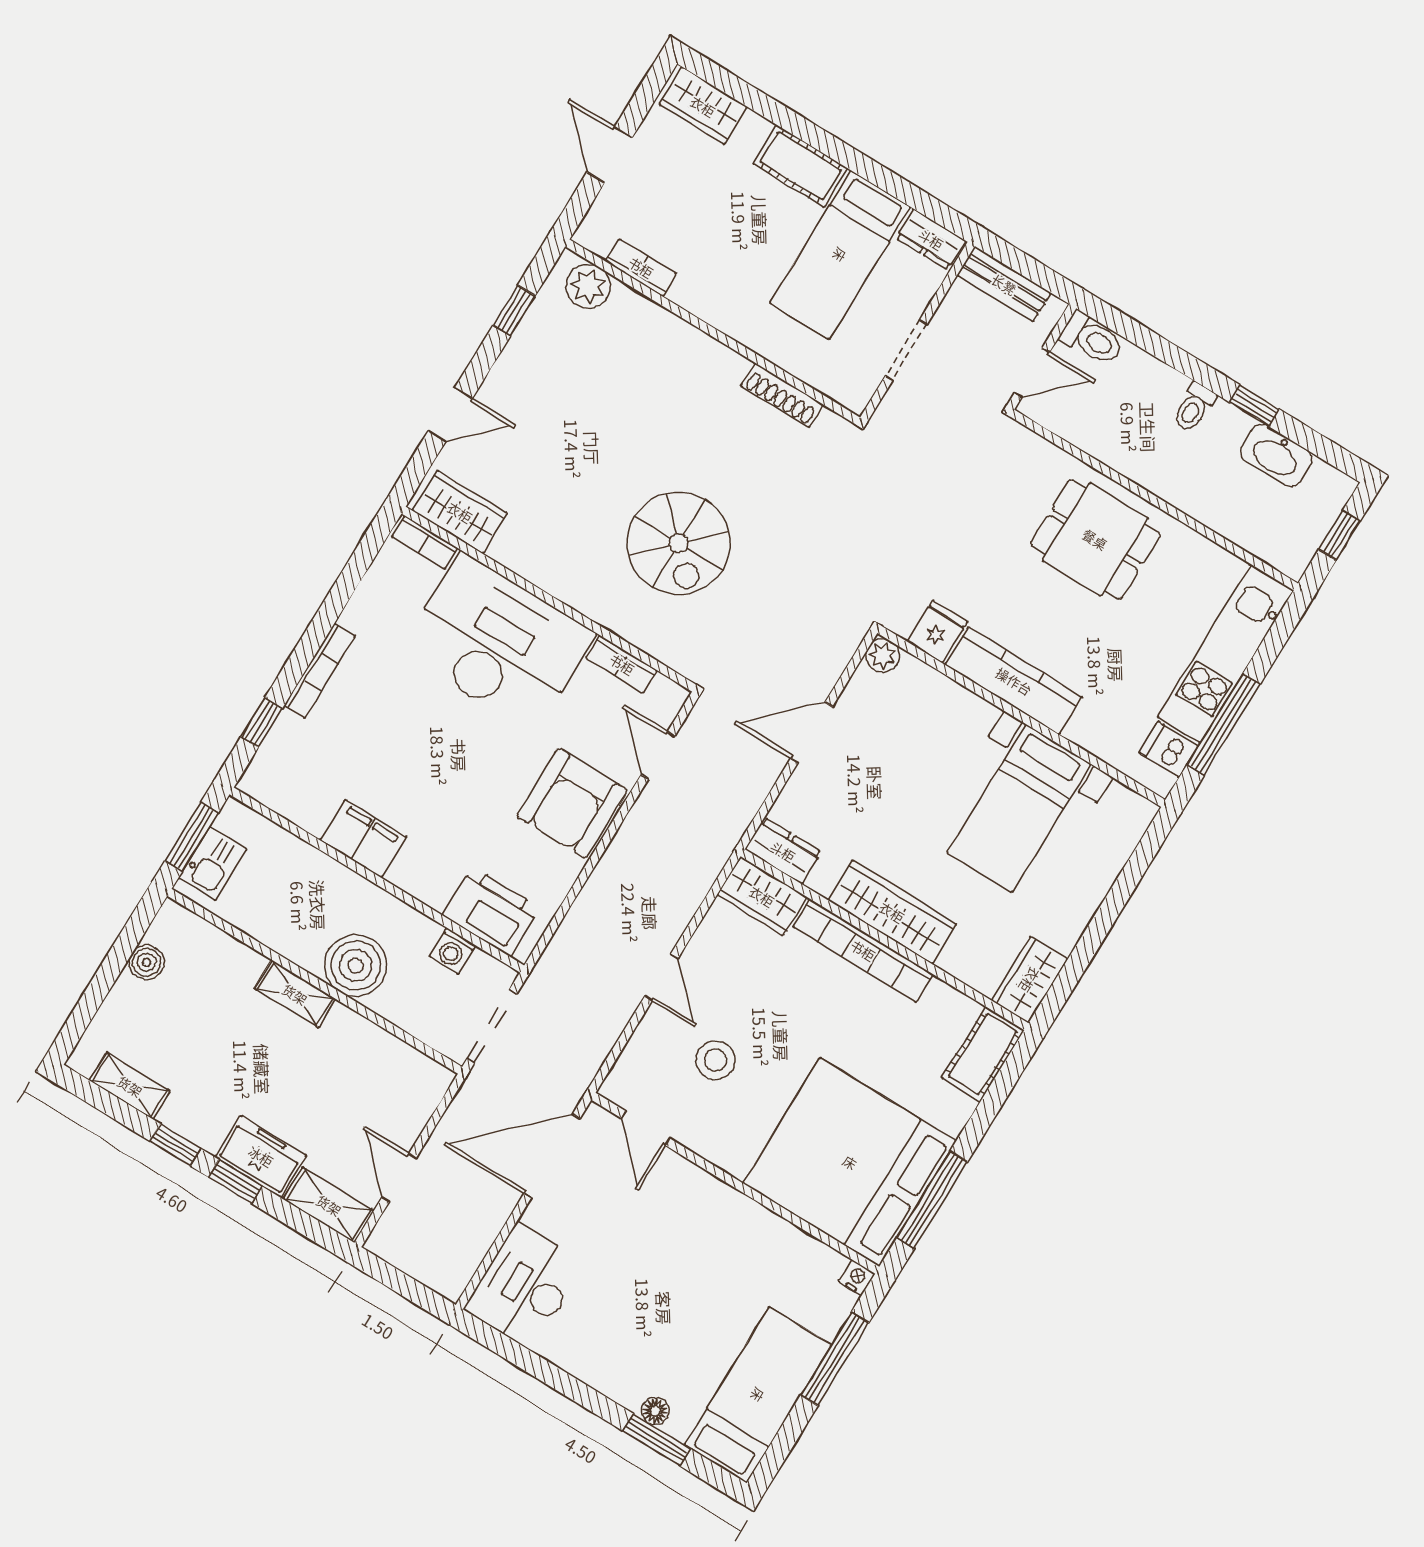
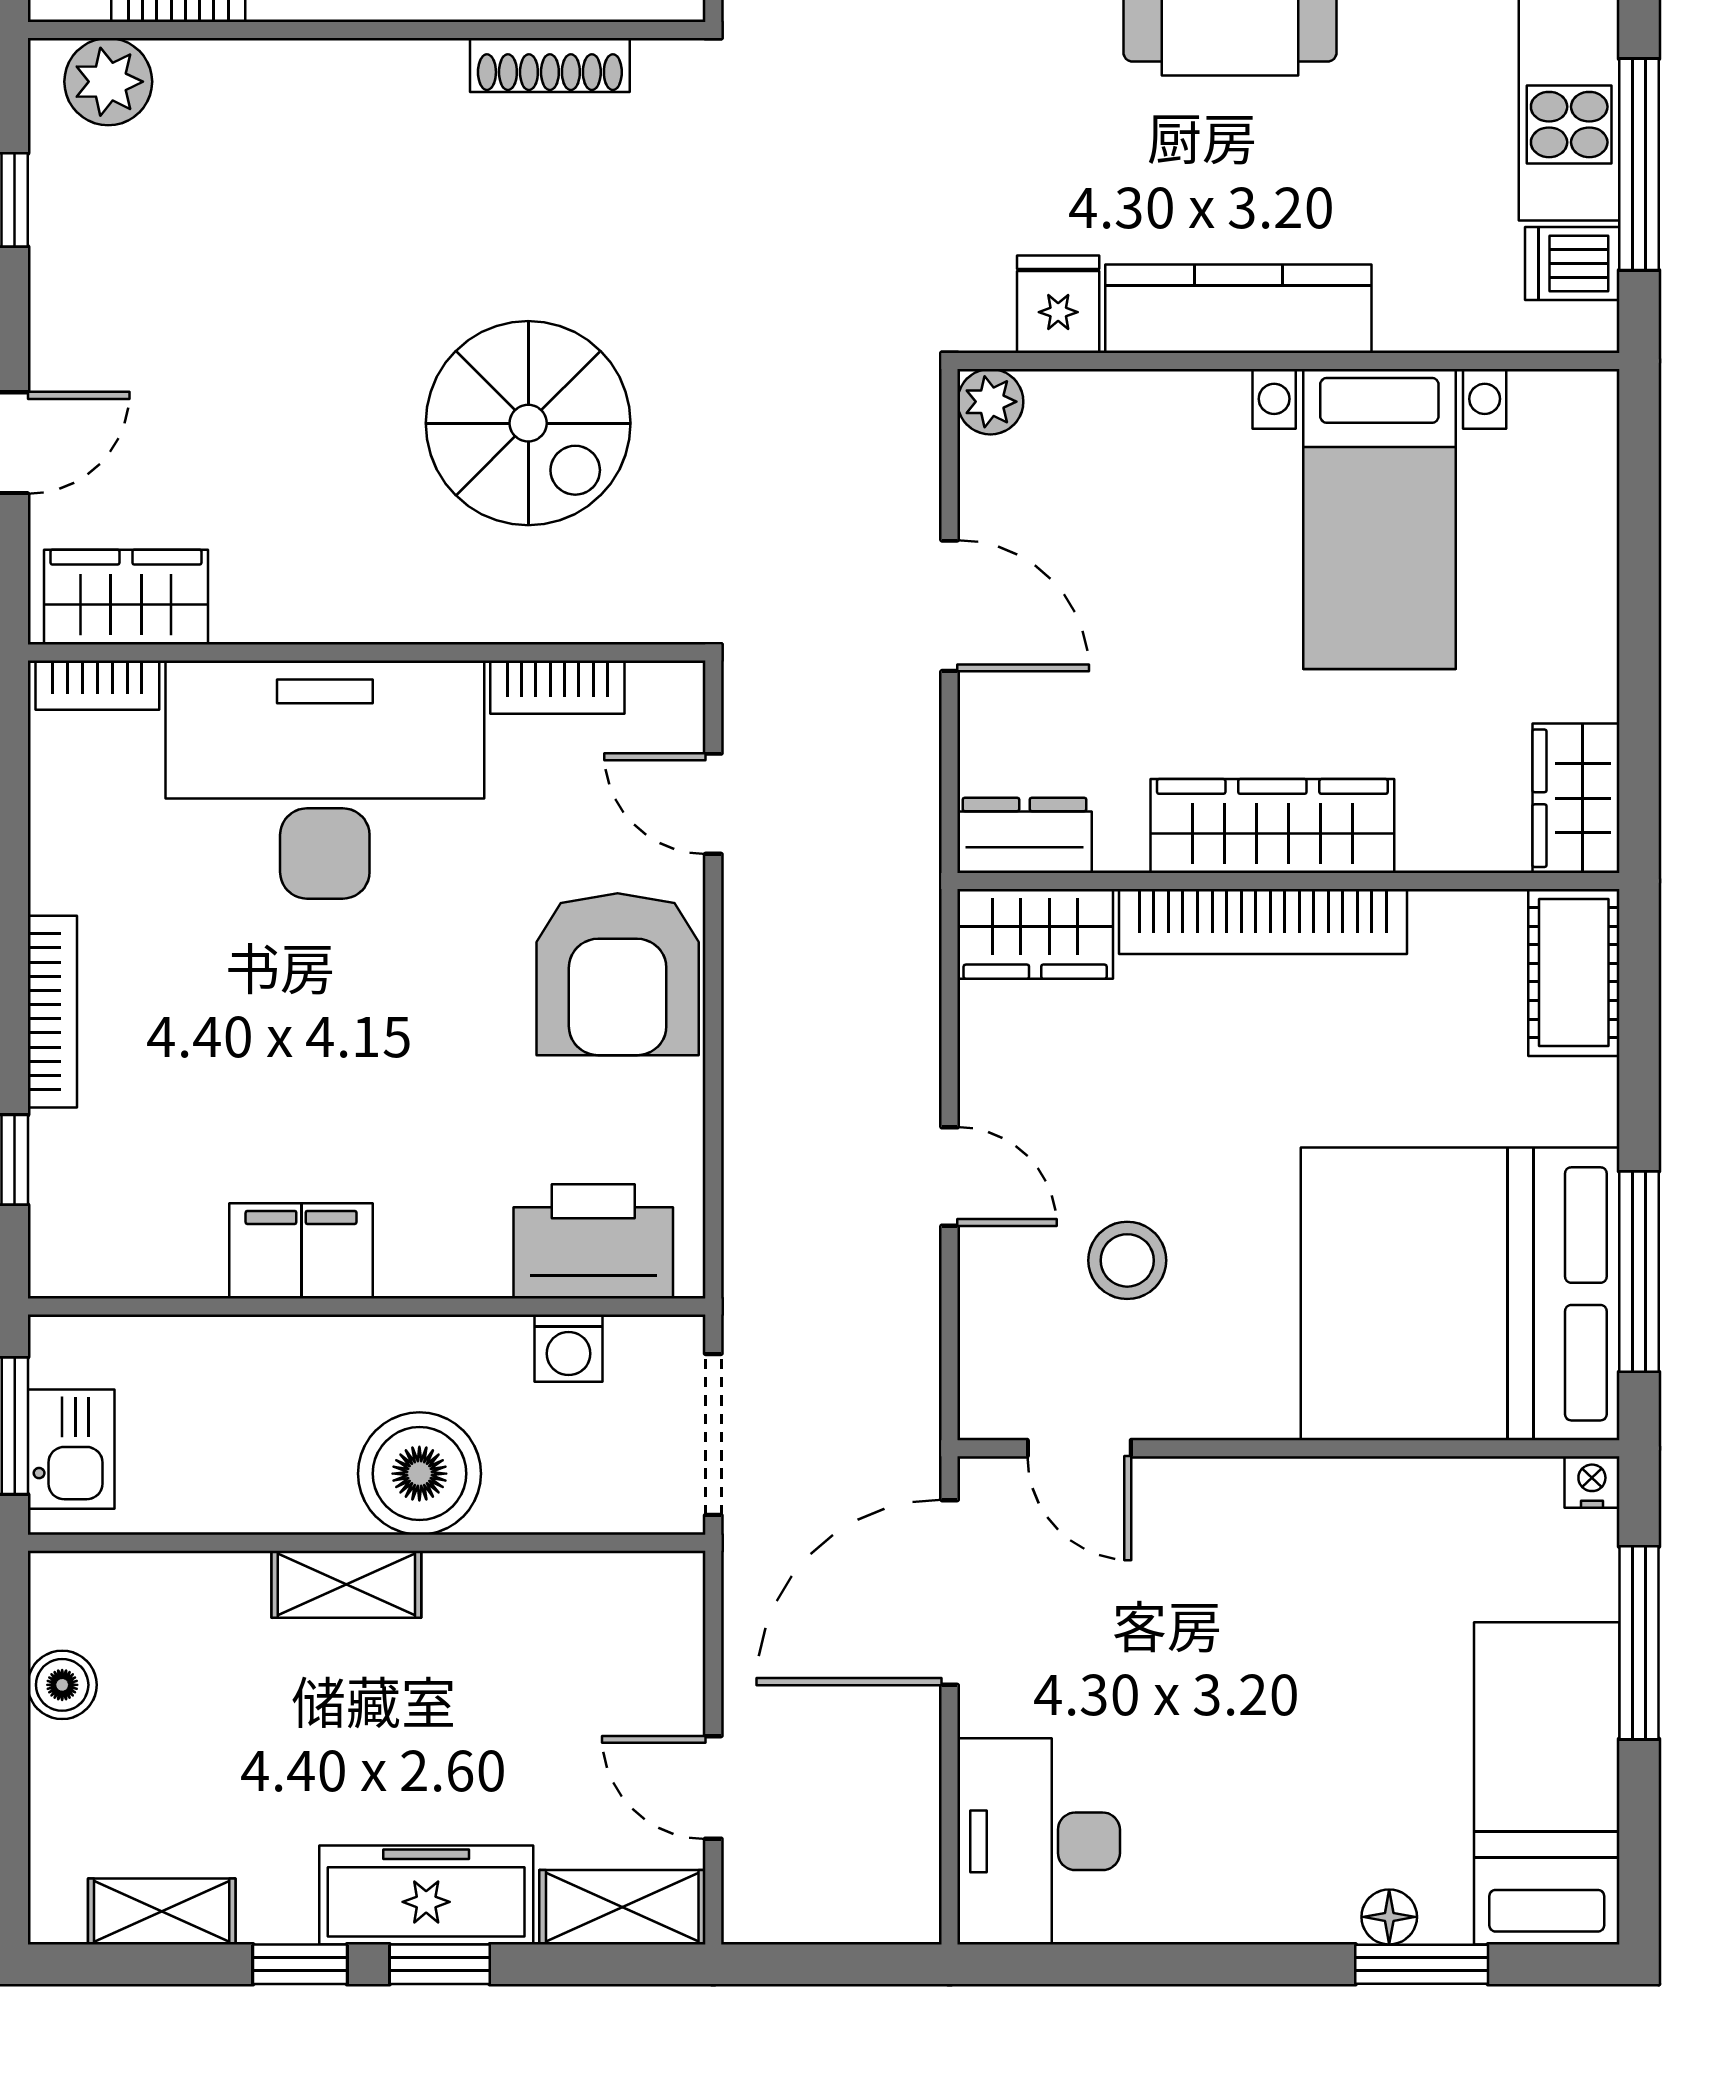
door: (811, 732) -> (950, 606), swing flipped
freezer: (261, 1156) -> (426, 1895), width x1.40

